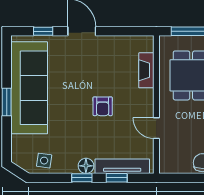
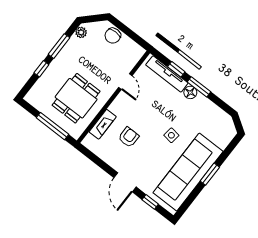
armchair: (103, 106) -> (129, 137), moved
side table: (44, 161) -> (171, 135), moved
window: (82, 178) -> (199, 87), width x1.50

